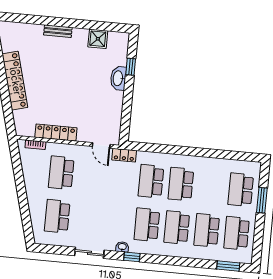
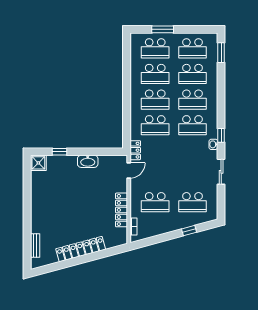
bench: (58, 31) -> (35, 245), moved
shower: (98, 39) -> (38, 163), moved
washbasin: (118, 78) -> (88, 161), moved
school desk: (211, 187) -> (155, 74), added
window: (24, 209) -> (189, 231), added

